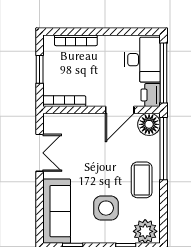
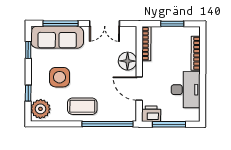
desk: (143, 60) -> (186, 90), moved, turned -90
window: (164, 73) -> (169, 124), width x0.68
floor lamp: (149, 124) -> (127, 61), moved
window: (40, 207) -> (61, 23), added

